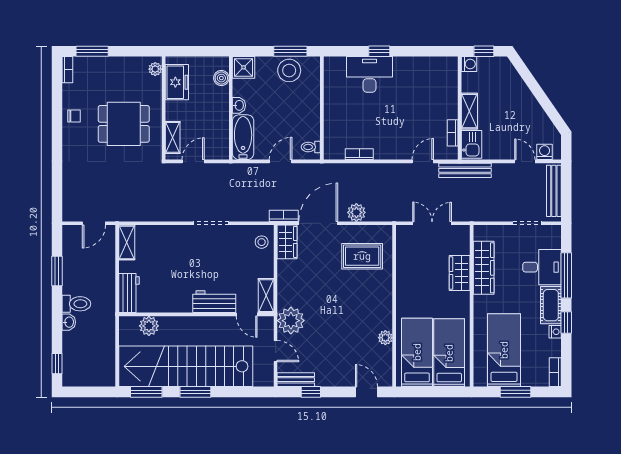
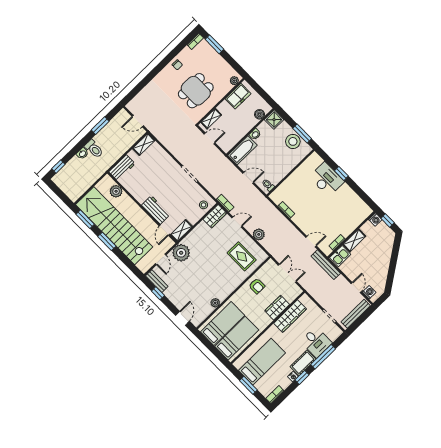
dining table: (124, 124) -> (196, 91), turned 90
door: (318, 223) -> (237, 222), width x0.53
armchair: (413, 272) -> (257, 286), added

